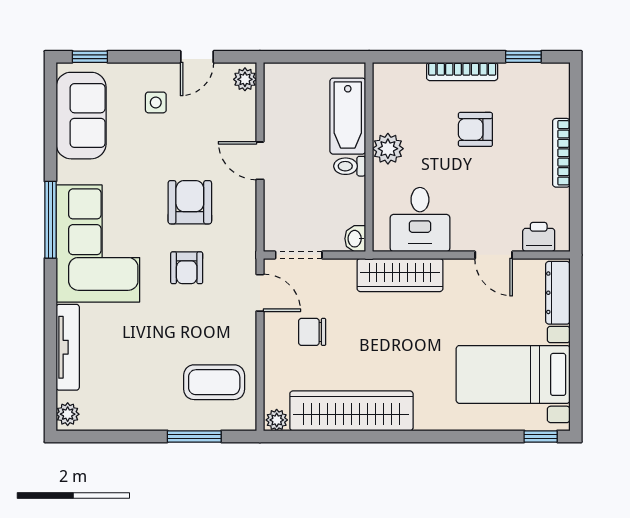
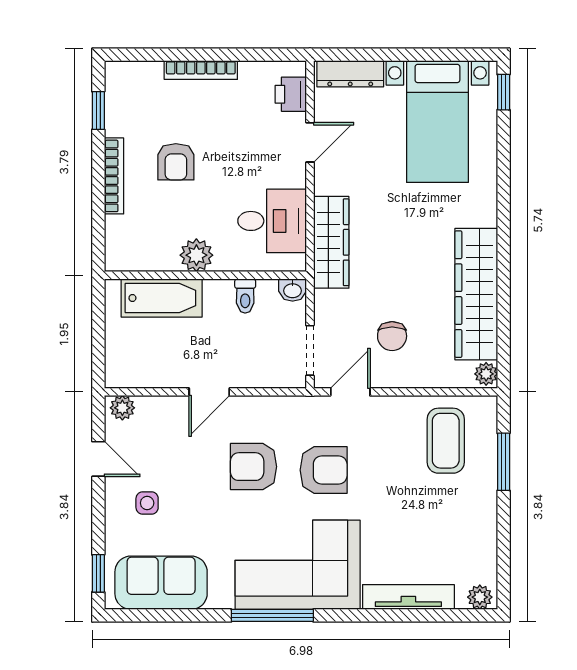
toilet: (350, 166) -> (245, 296), moved
armchair: (187, 268) -> (324, 470), width x1.38, depth x1.38

